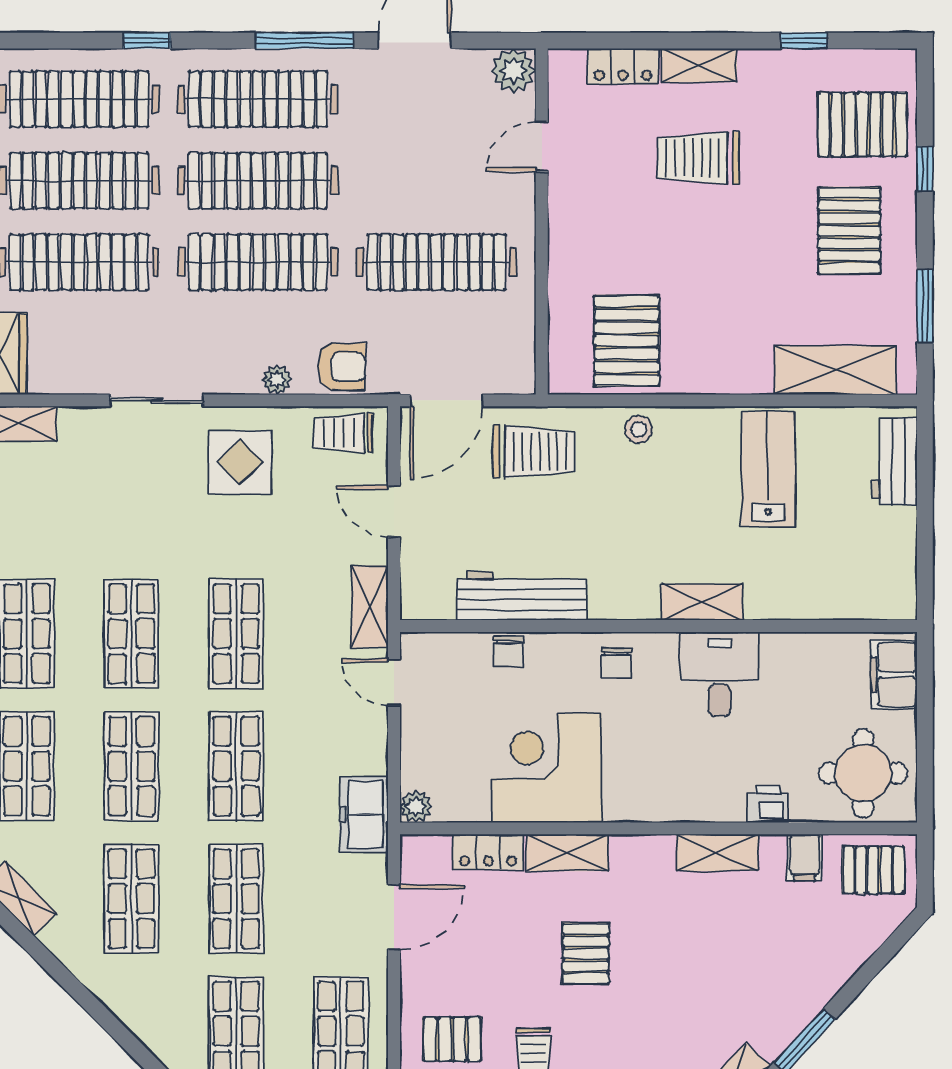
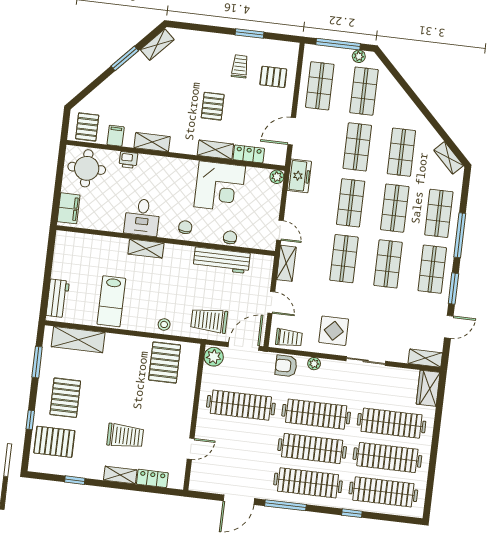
plant: (514, 71) -> (214, 357), moved
pallet: (873, 870) -> (87, 127), turned 90

